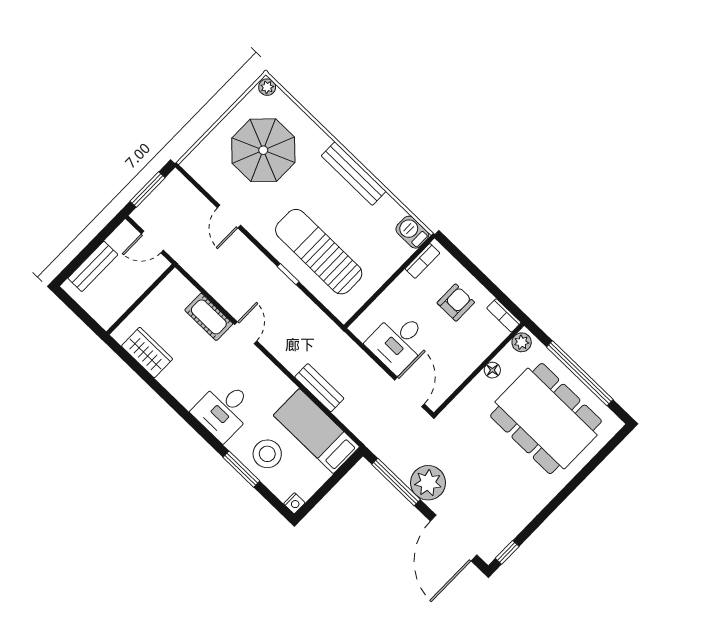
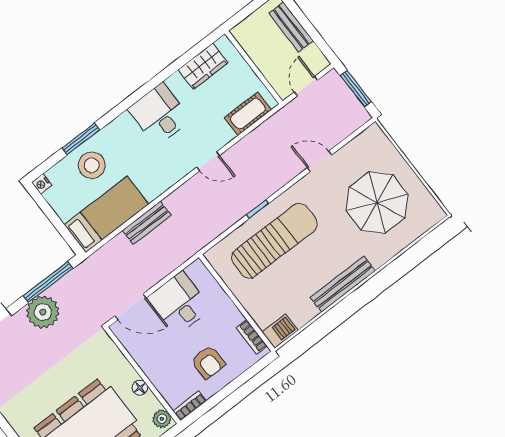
plant: (267, 87) -> (436, 215), removed
cot: (209, 317) -> (248, 114), moved
desk: (224, 410) -> (159, 114), moved

